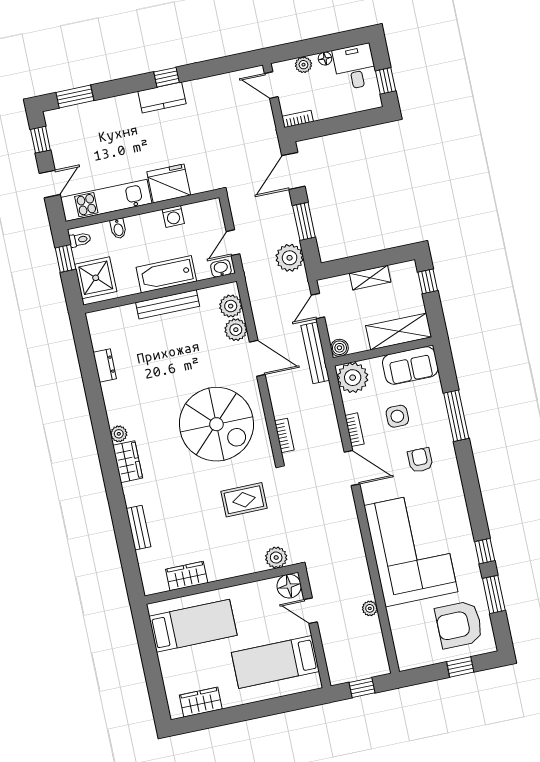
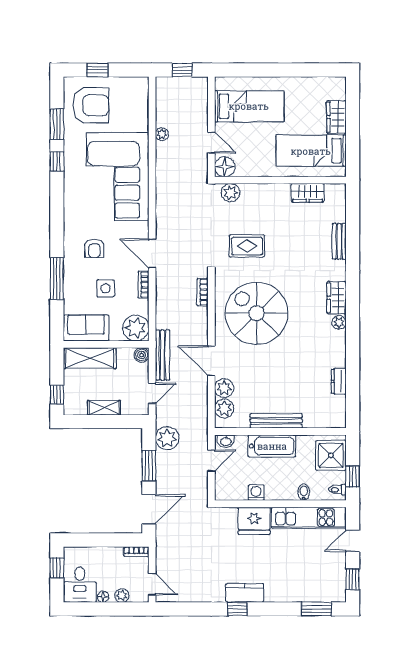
wardrobe: (201, 702) -> (336, 117), moved, turned 90

